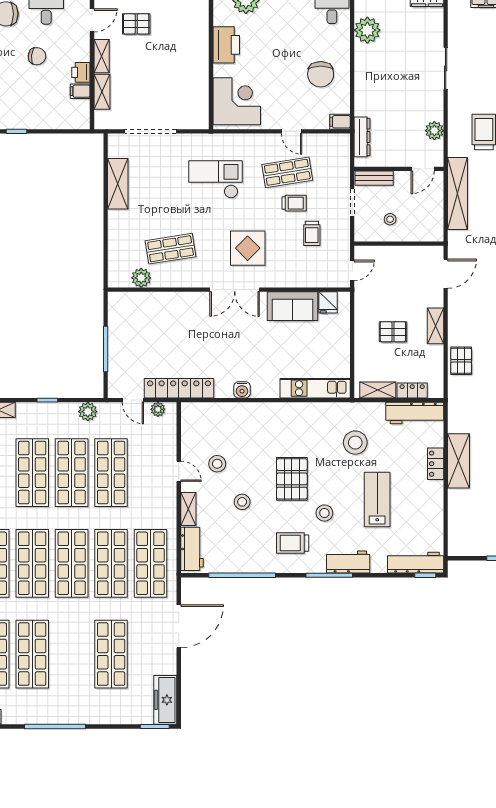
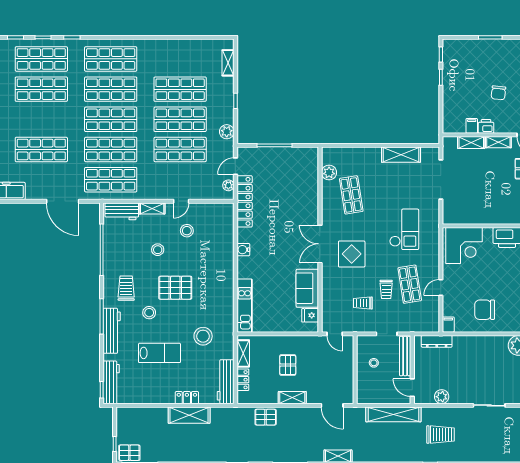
bench: (374, 178) -> (405, 356), width x1.36
workbench: (348, 562) -> (112, 331), width x1.38

